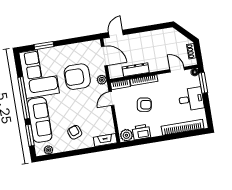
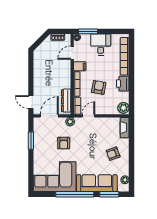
window: (44, 46) -> (31, 141), moved
dresser: (136, 70) -> (66, 101), moved
armchair: (77, 77) -> (64, 143), width x0.53, depth x0.53
filing cabinet: (164, 80) -> (80, 66), added
door: (111, 99) -> (88, 116), swing flipped
printer: (141, 132) -> (123, 84), moved

